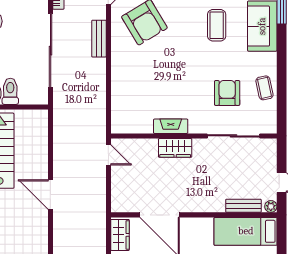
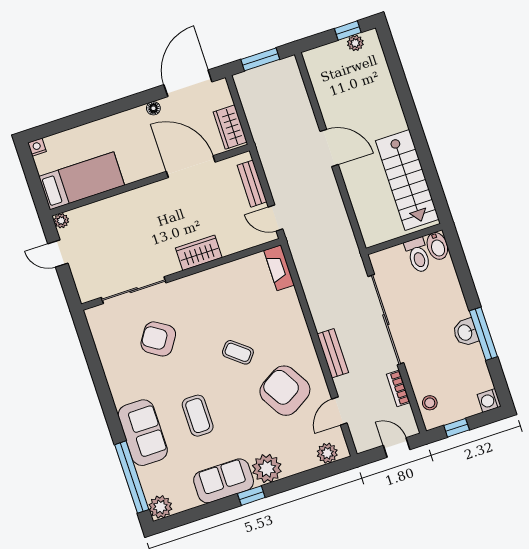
coffee table: (264, 88) -> (238, 352), moved, turned -39
armchair: (227, 93) -> (158, 339), turned 123
fireplace: (171, 126) -> (279, 268), moved, turned 90
bench: (243, 206) -> (252, 184), moved, turned 90

